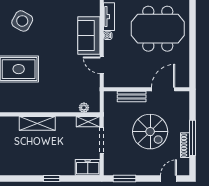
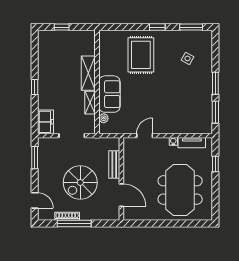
side table: (22, 21) -> (188, 58), width x0.54, depth x0.54
sofa: (89, 36) -> (109, 94), moved, turned 90
shelving: (88, 122) -> (90, 103), moved

